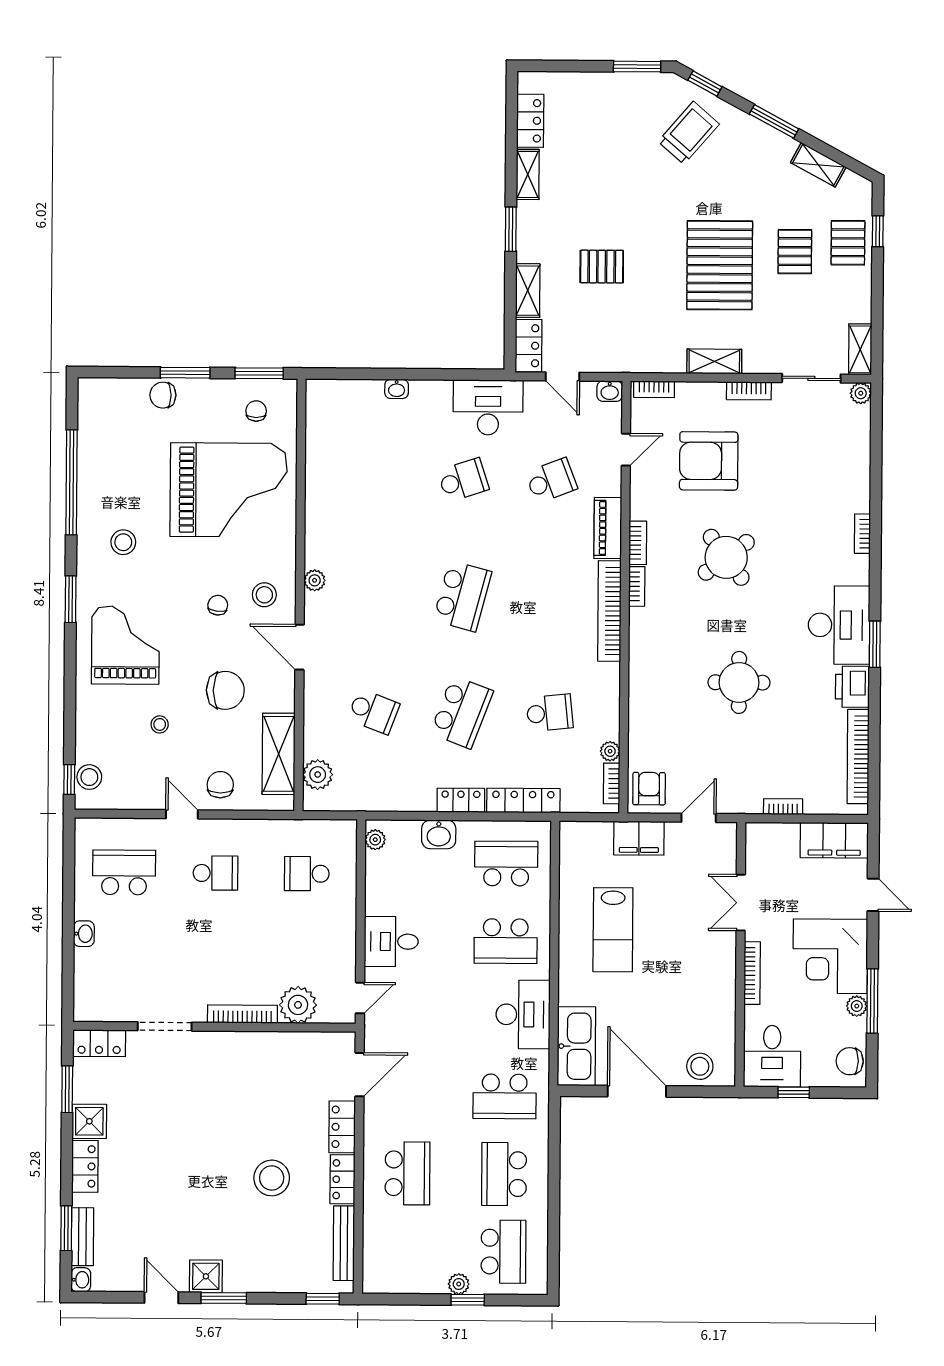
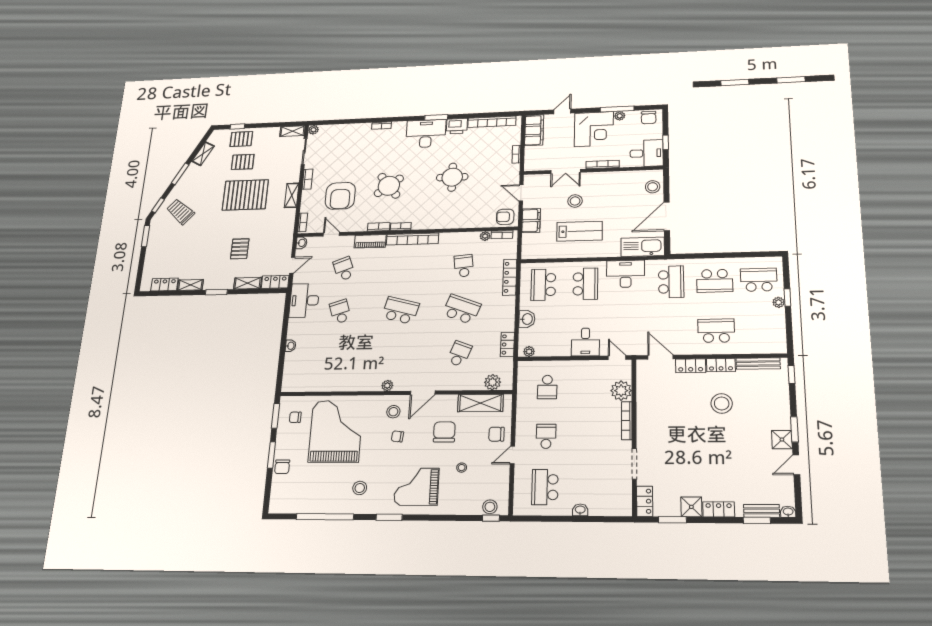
locker: (461, 800) -> (507, 344), moved
stool: (677, 921) -> (575, 201), added

